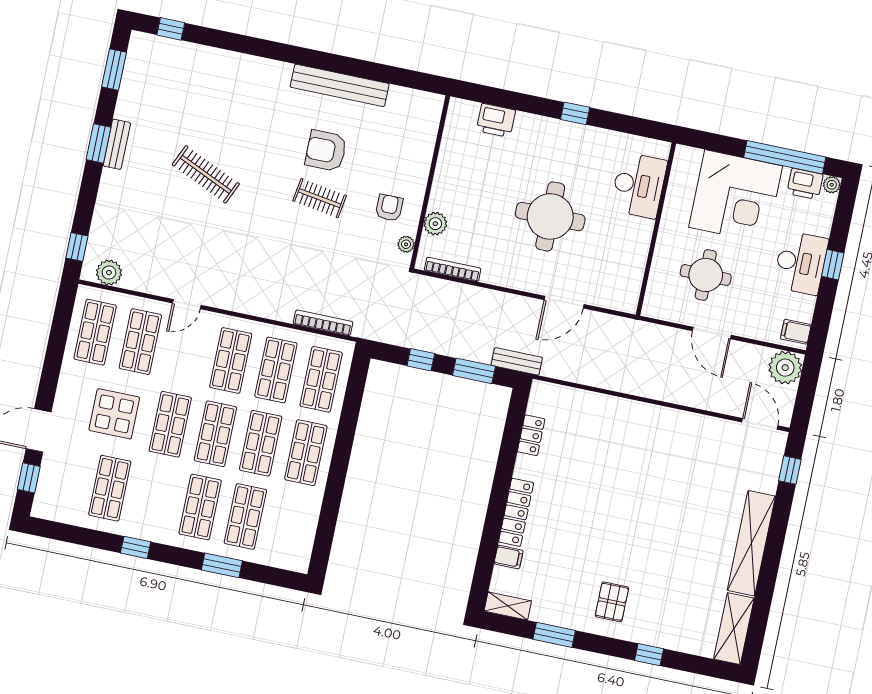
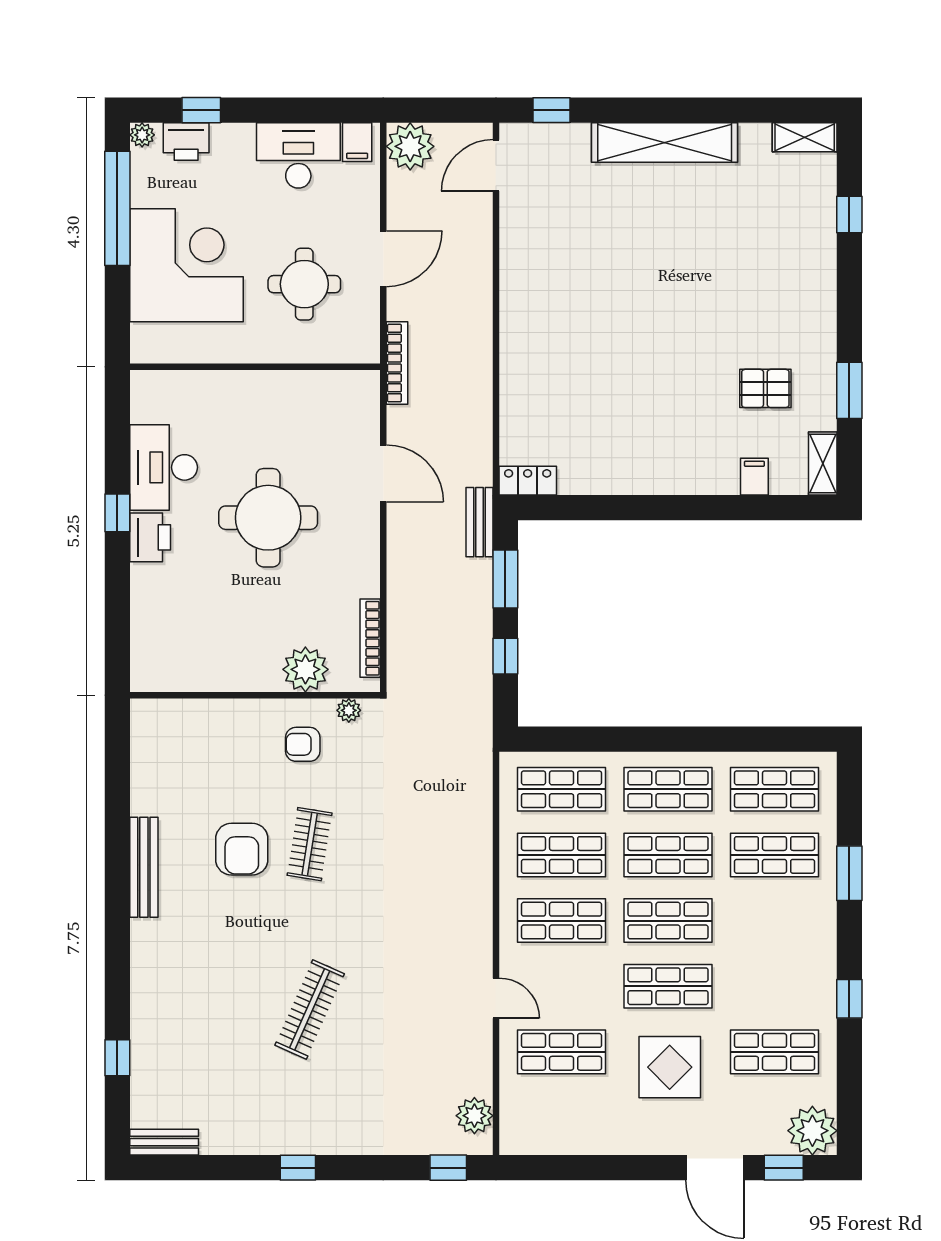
window: (171, 29) -> (117, 1058), moved
window: (114, 70) -> (190, 1168), removed
bench: (340, 85) -> (144, 867), width x0.73, depth x0.82
printer: (496, 120) -> (150, 537), moved
window: (99, 143) -> (298, 1168), width x0.67
bench: (117, 144) -> (164, 1142), moved
printer: (805, 184) -> (186, 142), moved, turned 90
desk: (639, 185) -> (164, 467), moved, turned -90
plant: (435, 224) -> (305, 669), width x1.36, depth x1.36
desk: (801, 263) -> (298, 155), moved
window: (833, 265) -> (201, 110), moved
bookcase: (323, 323) -> (397, 363), moved, turned 180
shop shelf: (95, 332) -> (562, 1118), removed
locker: (531, 435) -> (528, 481), moved
plant: (50, 503) -> (812, 1131), added
shop shelf: (200, 507) -> (774, 789), moved
locker: (516, 512) -> (690, 479), removed
pallet: (612, 602) -> (765, 388), moved
shelving: (734, 629) -> (805, 137), width x0.67, depth x0.75
window: (649, 655) -> (849, 215), moved

